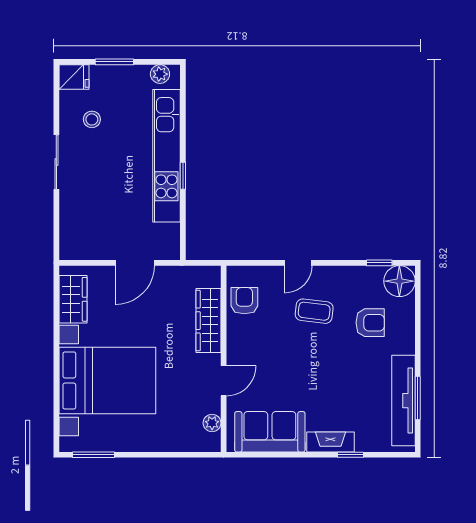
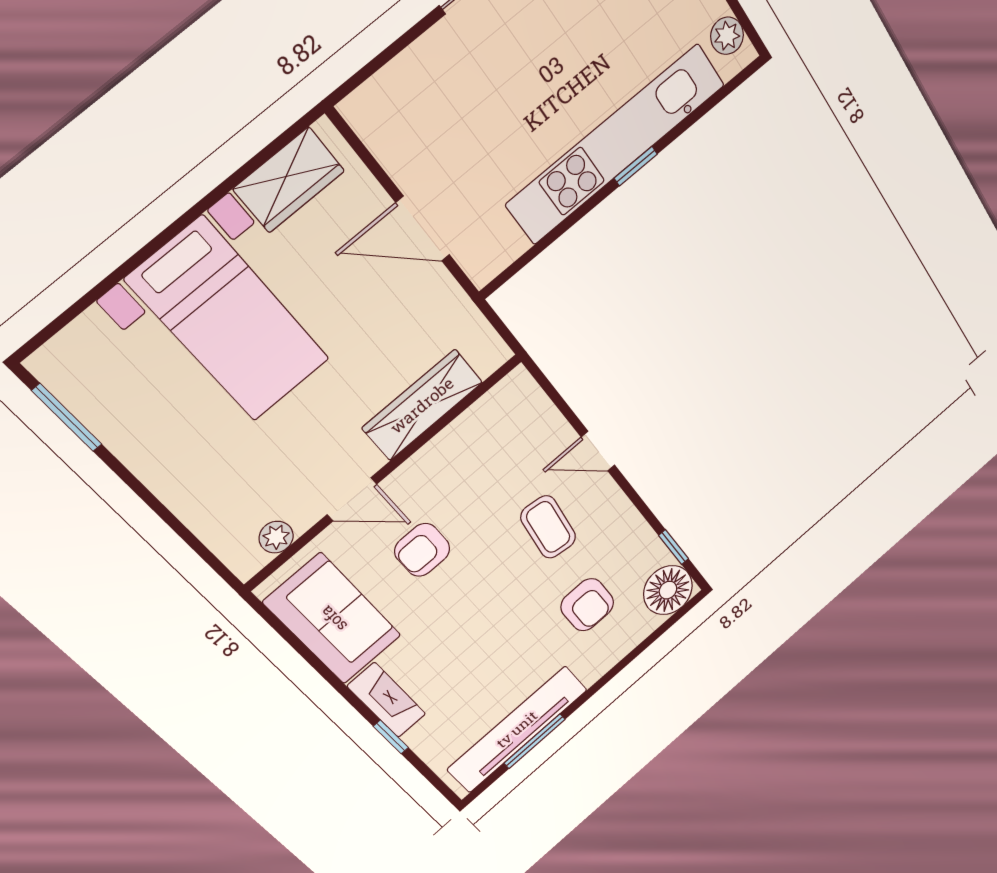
window: (183, 176) -> (636, 166), moved
armchair: (244, 301) -> (422, 550), moved, turned 180
bed with nightstands: (107, 380) -> (229, 320), width x0.73

